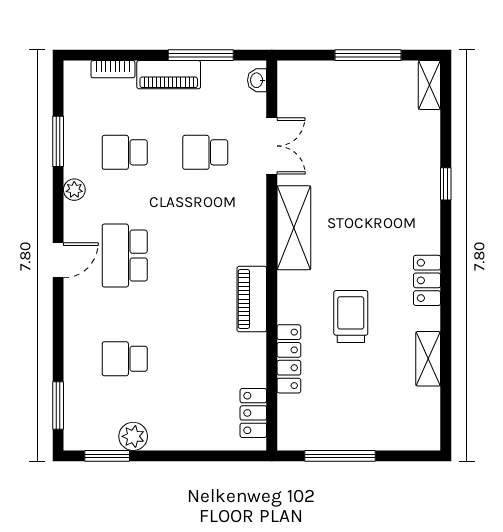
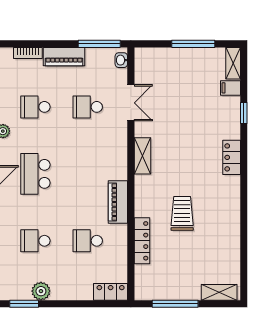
window: (201, 55) -> (99, 44), moved
filing cabinet: (425, 123) -> (230, 88), added
window: (446, 184) -> (244, 113), moved
shelving: (294, 228) -> (142, 156), width x0.67, depth x0.75
locker: (427, 280) -> (232, 157), moved
school desk: (205, 359) -> (88, 241), added
shelving: (428, 359) -> (219, 292), moved, turned 90
locker: (253, 413) -> (111, 292), moved, turned 90

